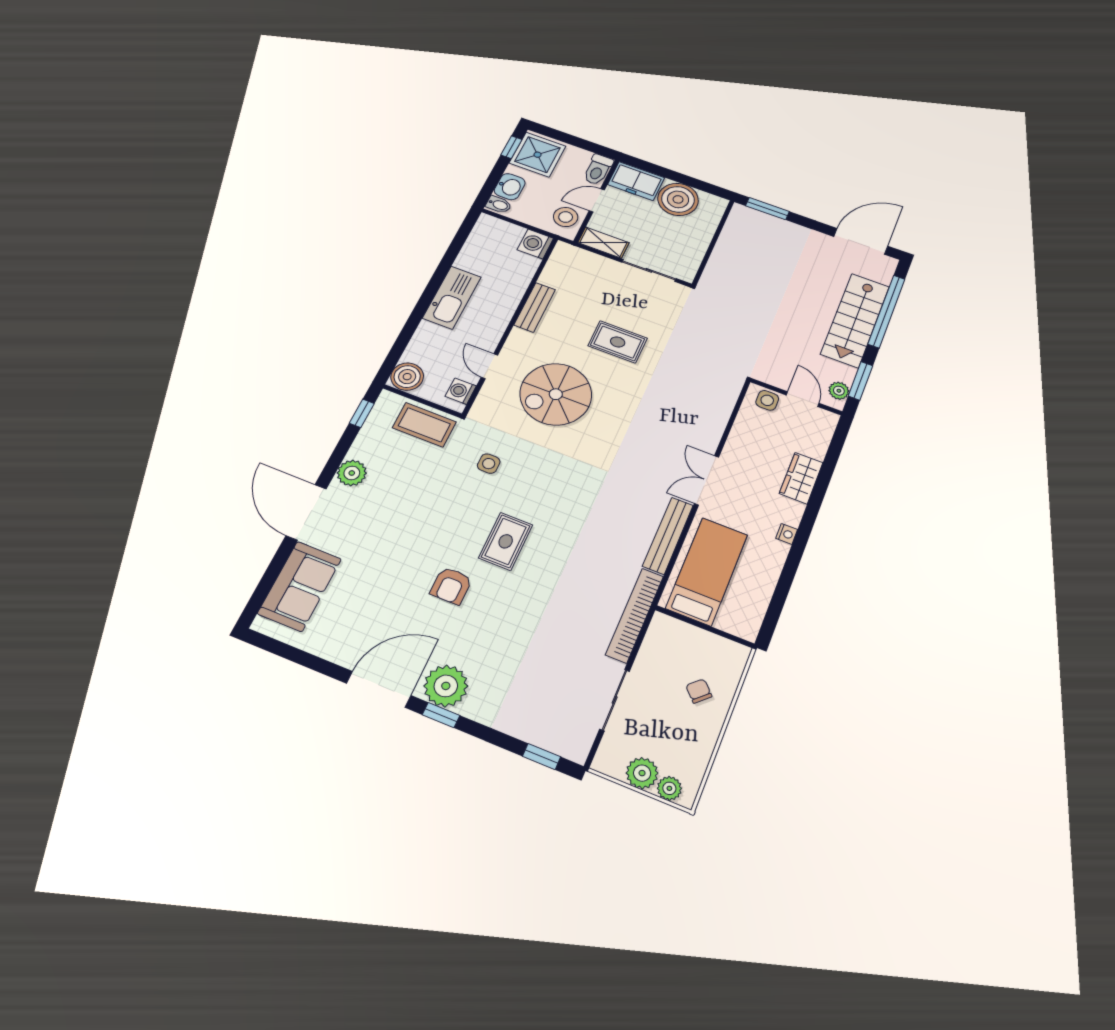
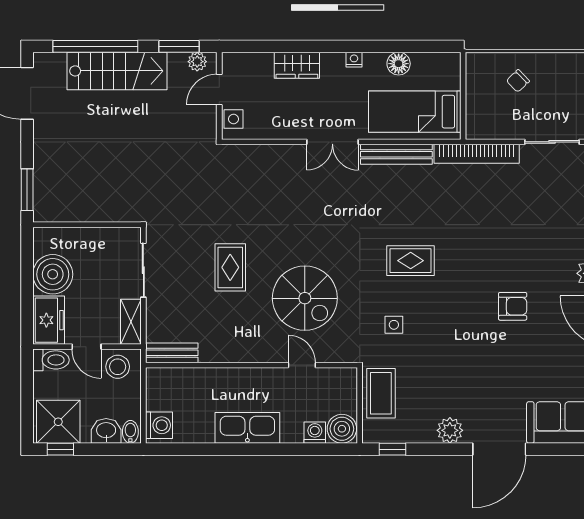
washing machine: (535, 244) -> (159, 425), moved, turned -90
bench: (535, 307) -> (172, 353), moved
door: (489, 366) -> (302, 365), swing flipped
washing machine: (461, 391) -> (315, 433), moved, turned 180
rug: (506, 541) -> (411, 261), moved
floor lamp: (766, 576) -> (399, 64), added

